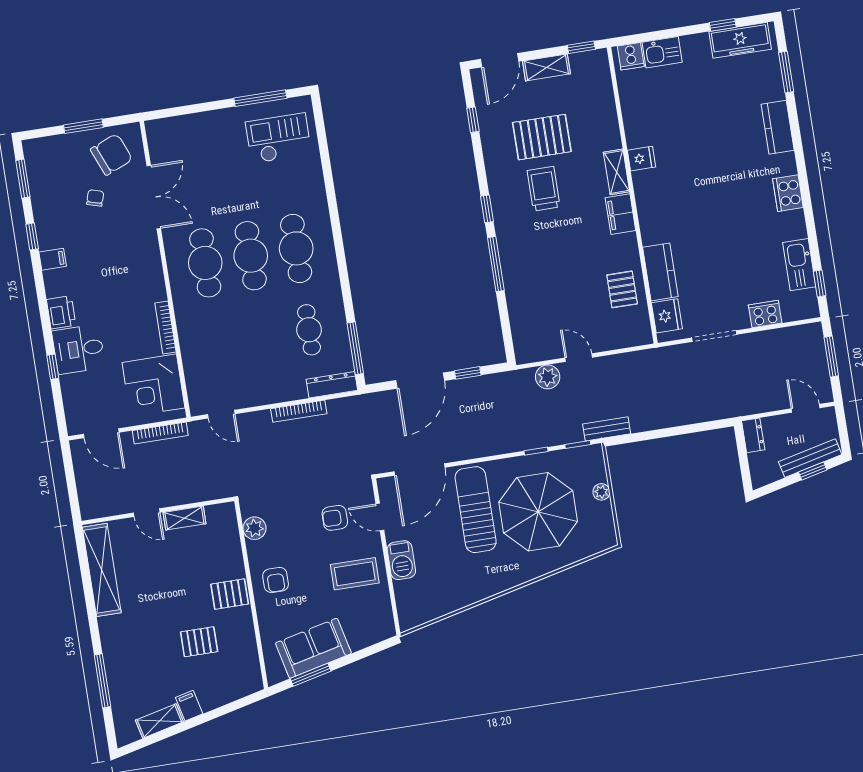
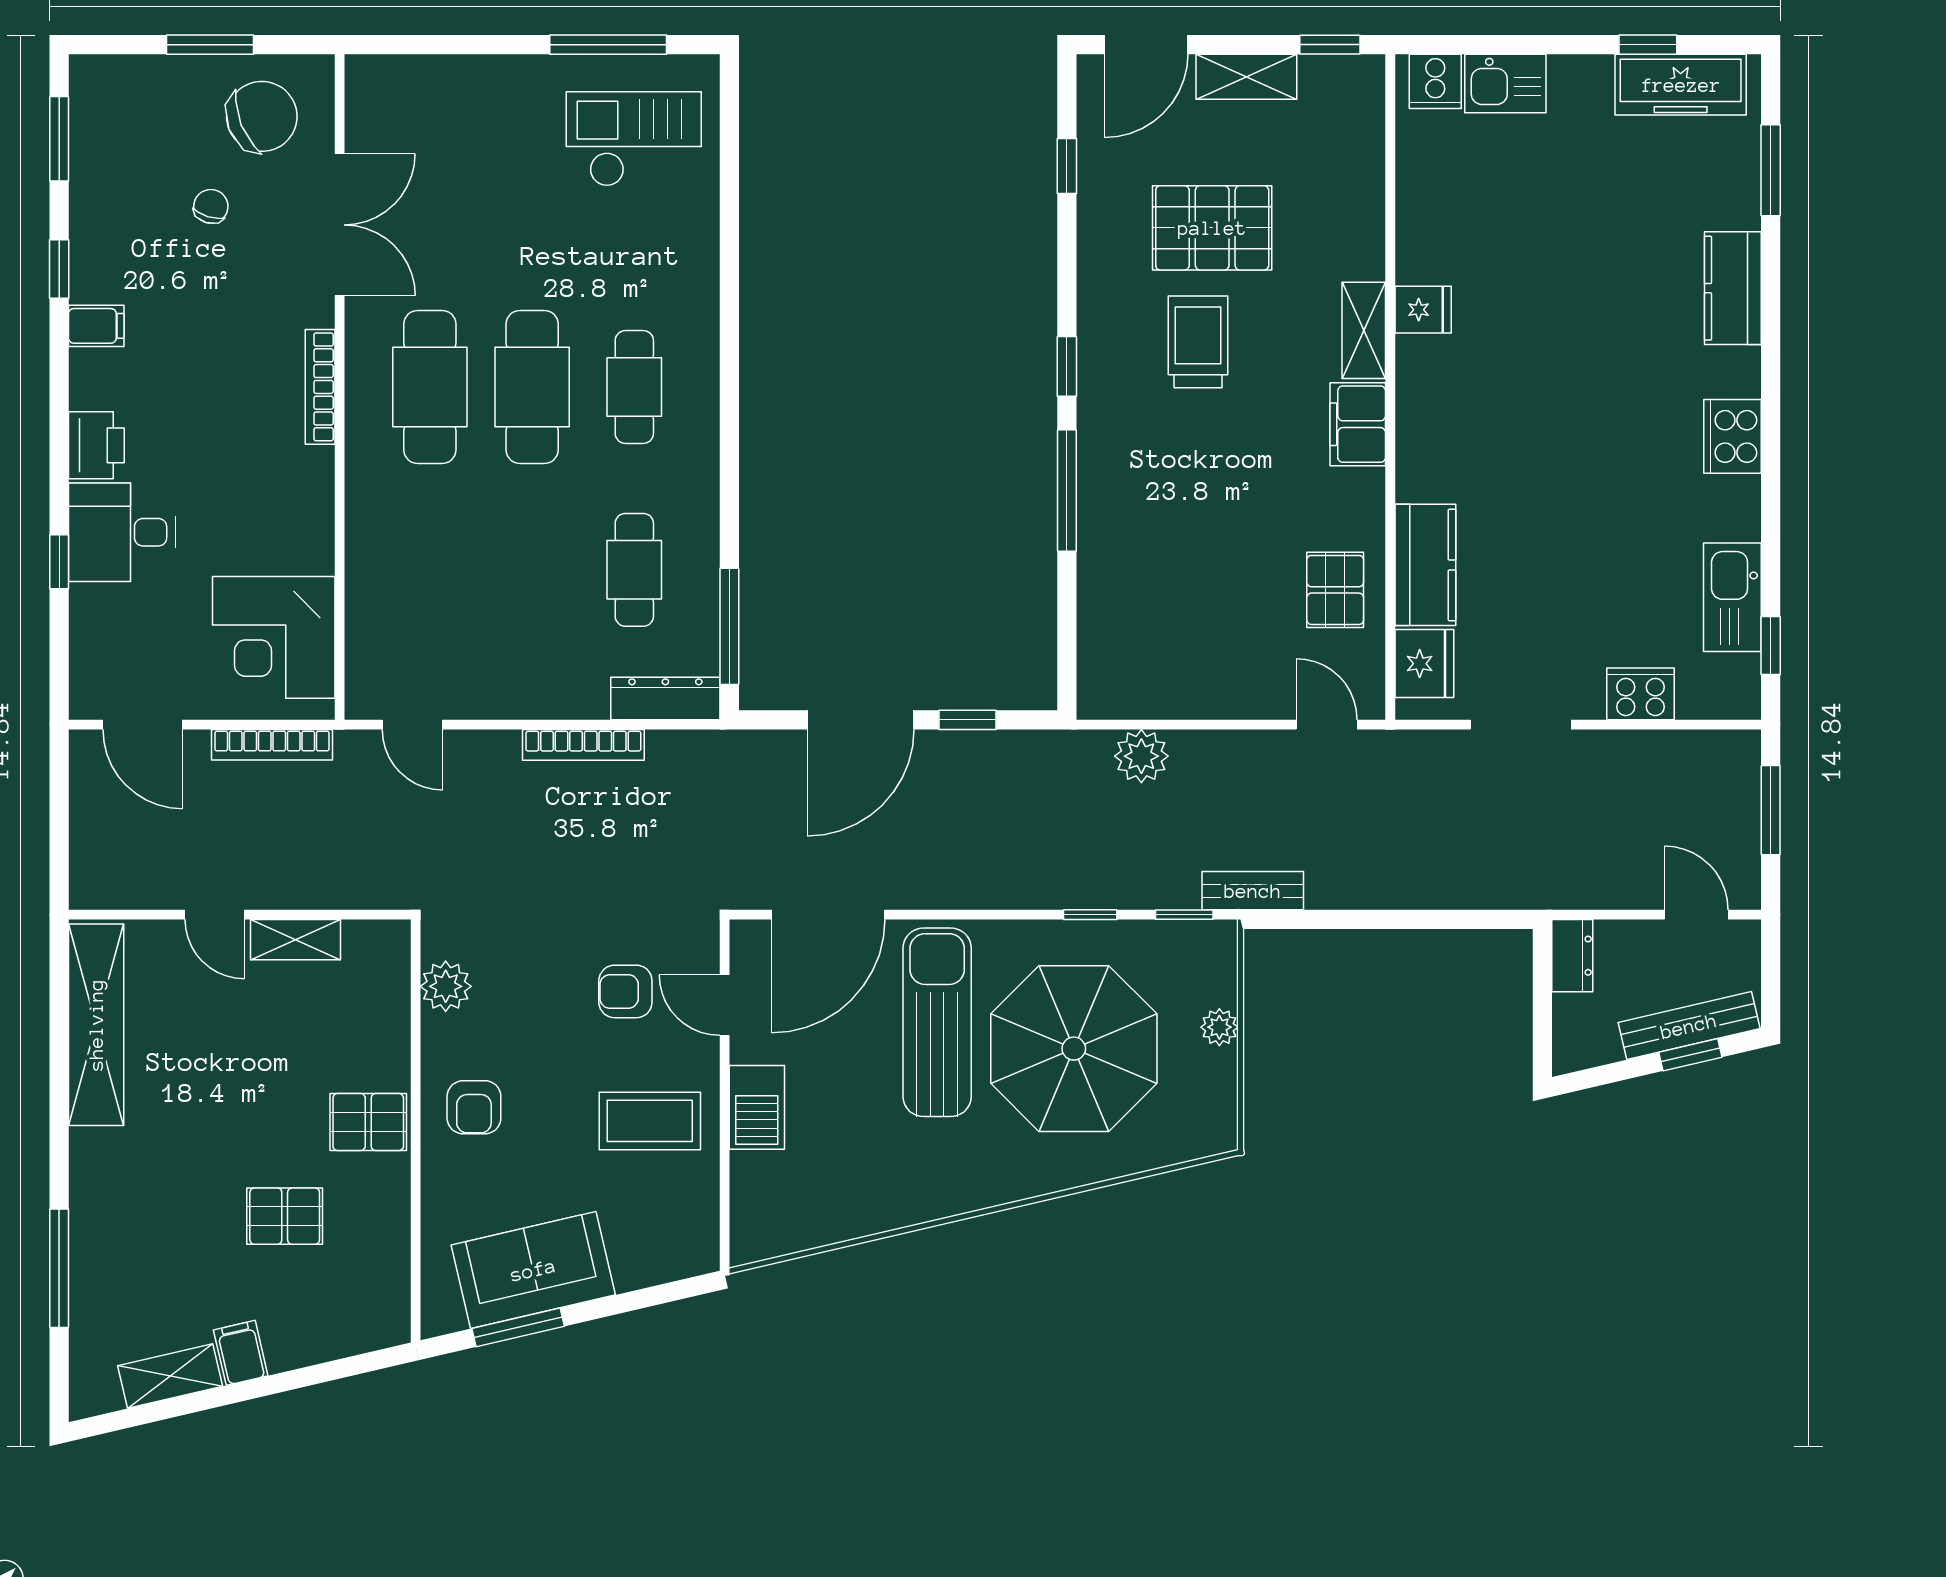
cafe table: (296, 248) -> (634, 387), width x0.73, depth x0.74
bookcase: (165, 327) -> (320, 387), moved
door: (579, 358) -> (1327, 725), moved

